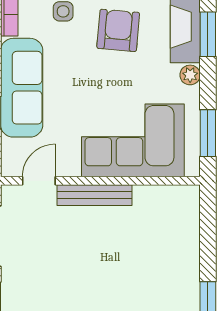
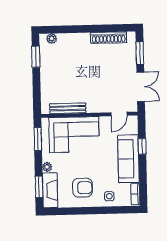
armchair: (118, 30) -> (82, 188), turned -95
bench: (94, 195) -> (68, 108), moved

